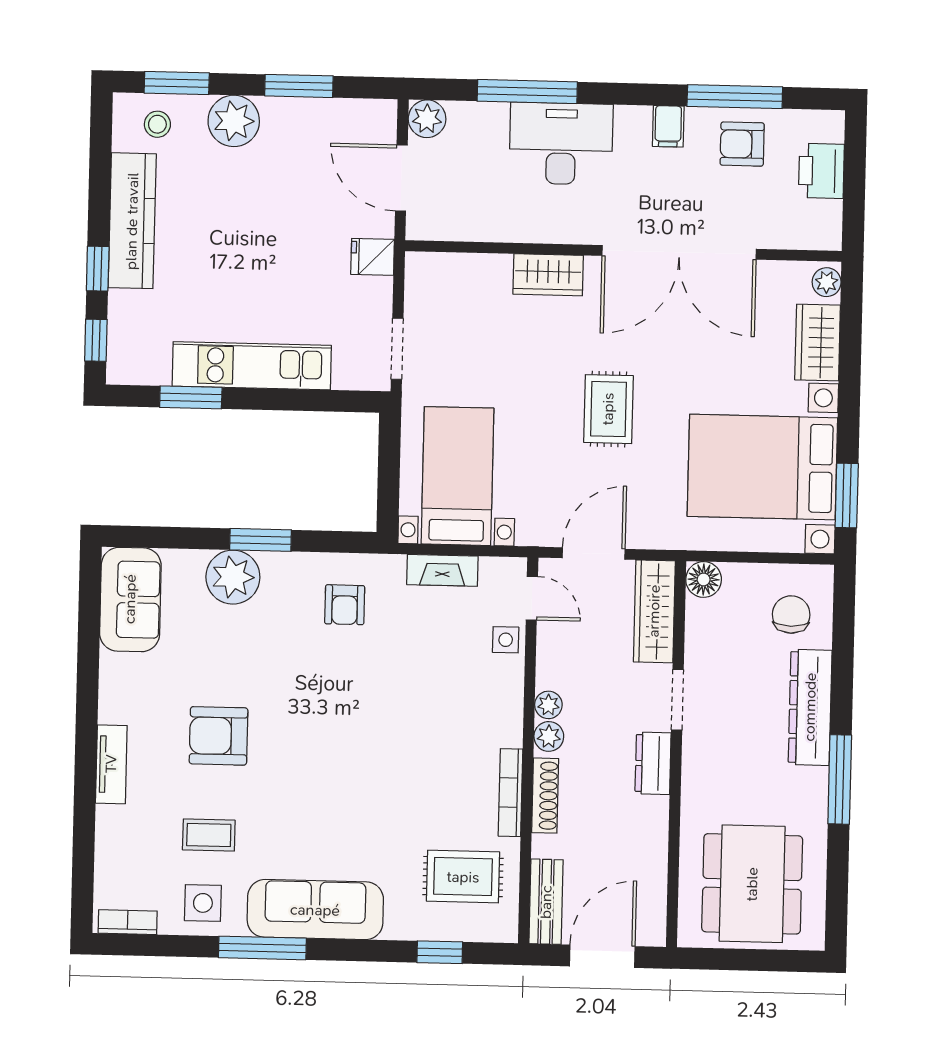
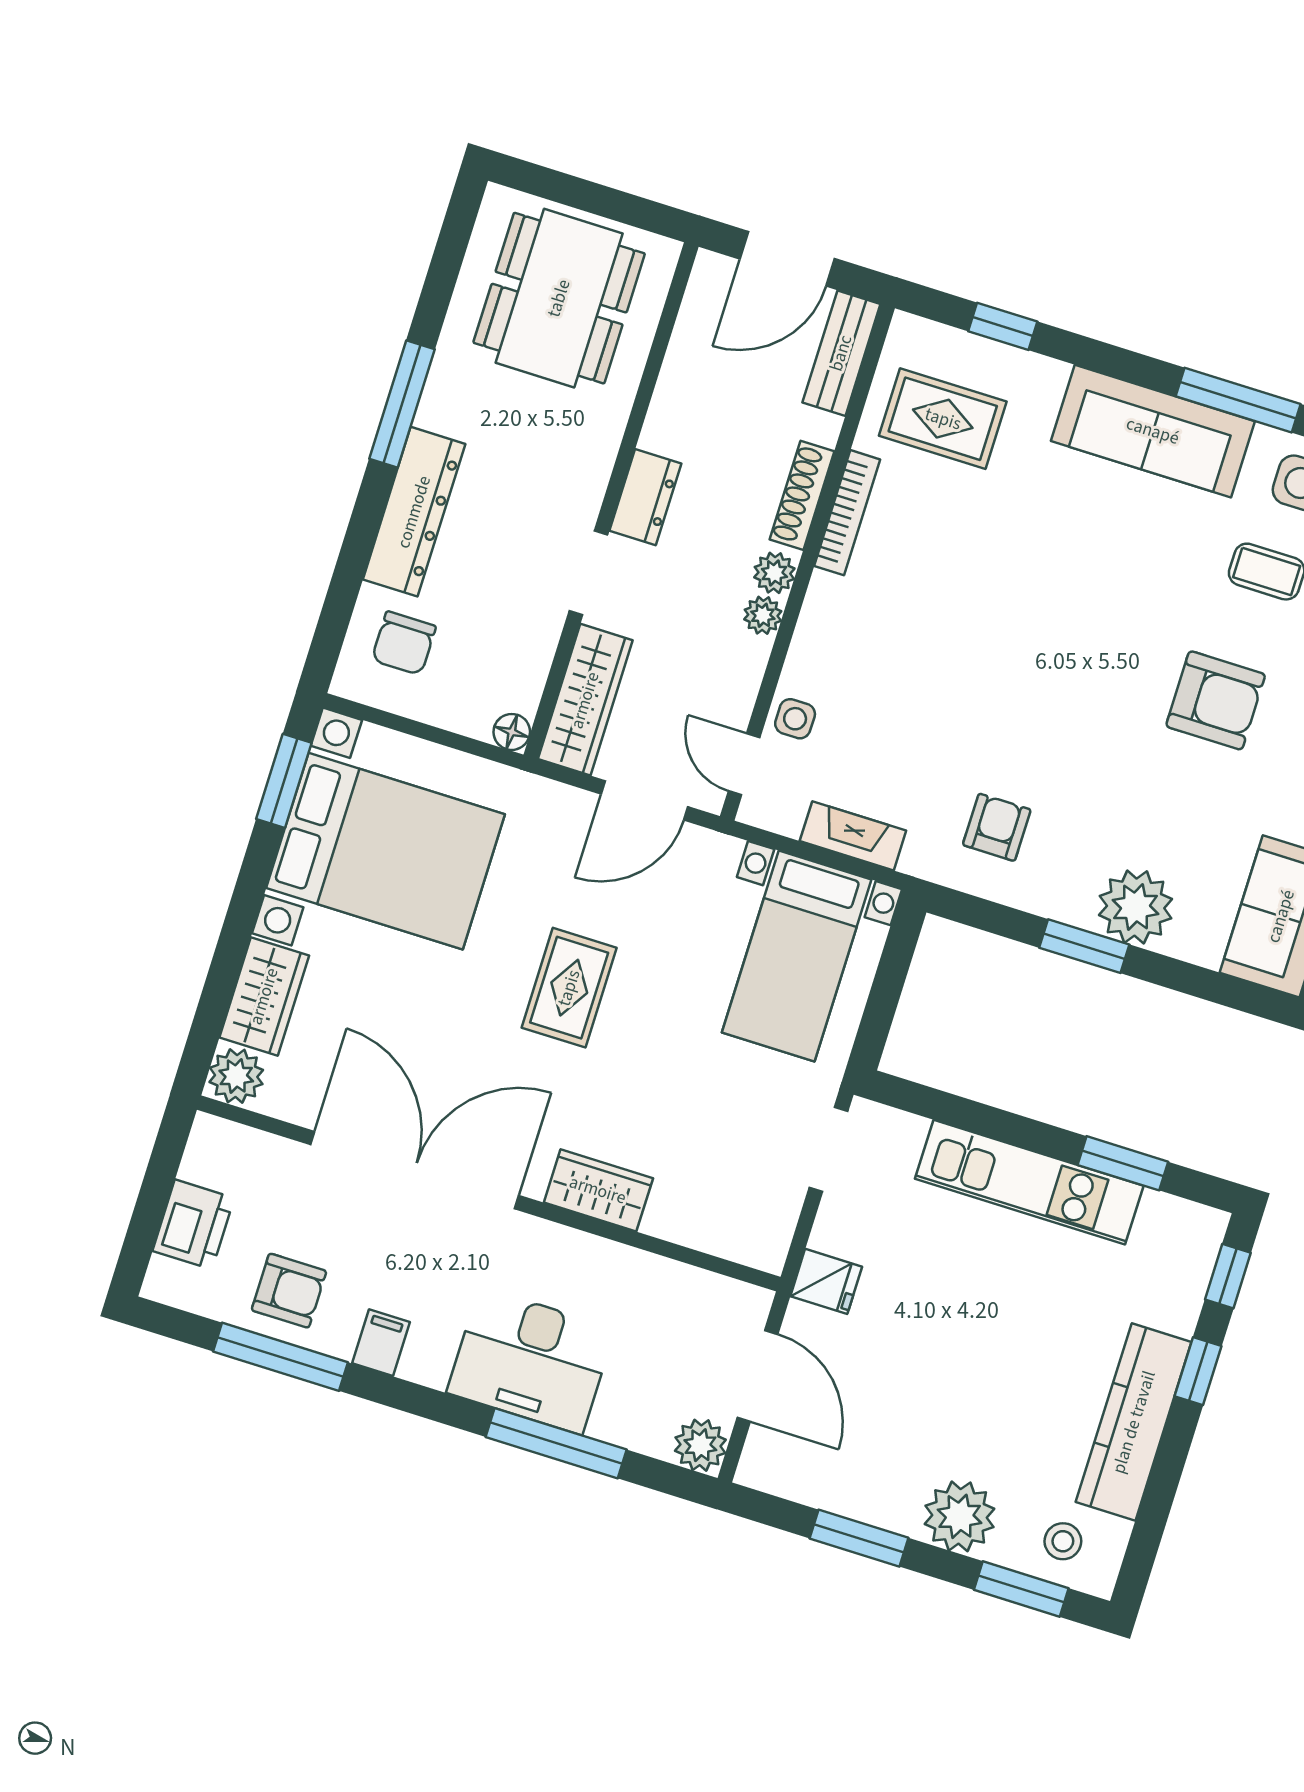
plant: (827, 282) -> (236, 1076), width x1.38, depth x1.38
floor lamp: (704, 579) -> (512, 732), width x0.73, depth x0.73

